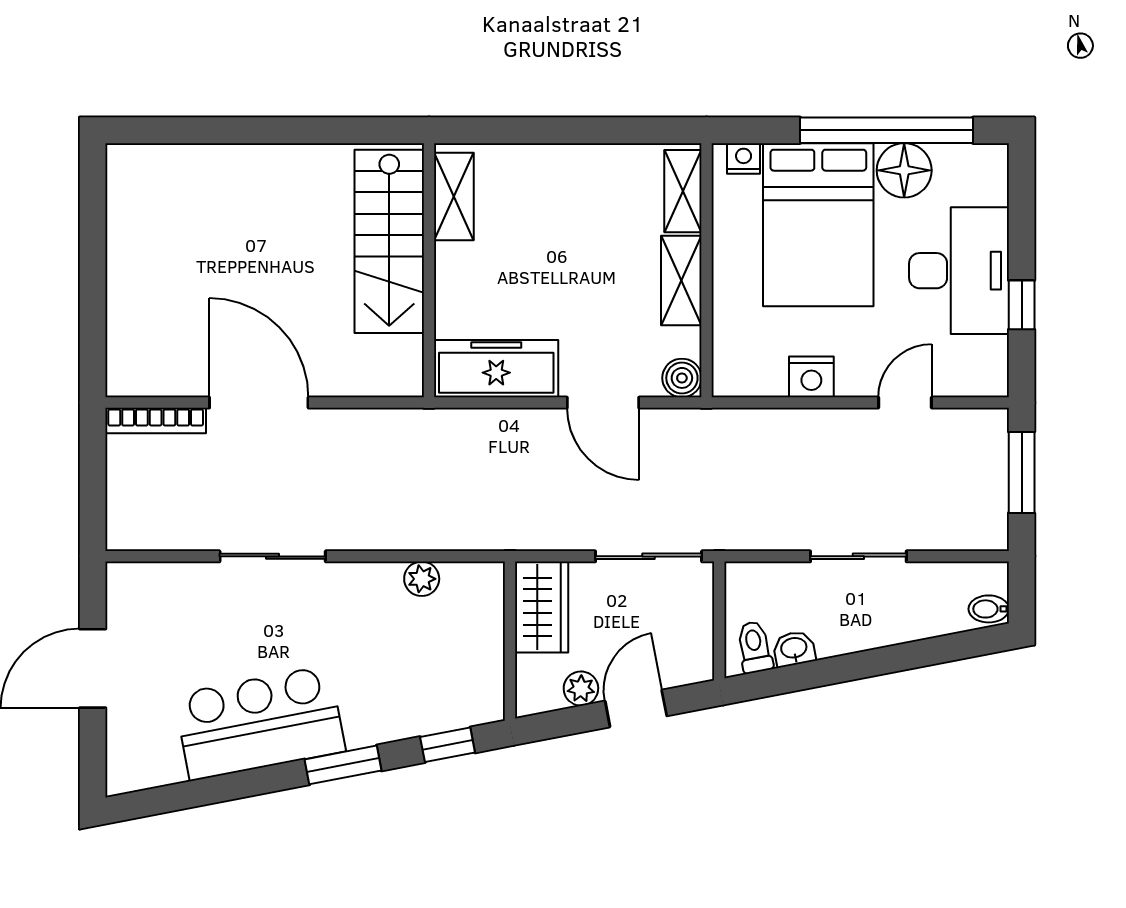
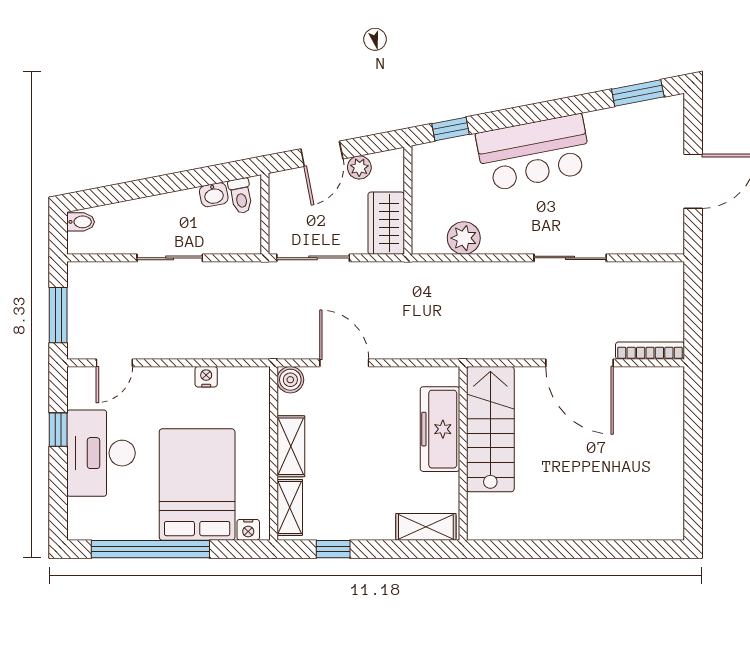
window: (619, 130) -> (333, 549), added
floor lamp: (904, 170) -> (138, 522), removed
shelving: (454, 196) -> (426, 527), moved, turned 90
stairs: (389, 241) -> (490, 429), moved
freezer: (496, 369) -> (440, 429), moved, turned 90
nightstand: (811, 377) -> (206, 377), width x0.72, depth x0.74
door: (905, 403) -> (114, 363), moved
plant: (422, 579) -> (464, 238), width x1.38, depth x1.38
bar counter: (260, 723) -> (534, 153), moved
window: (343, 765) -> (638, 93), moved

